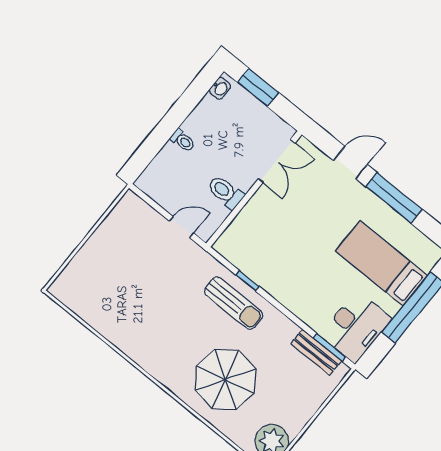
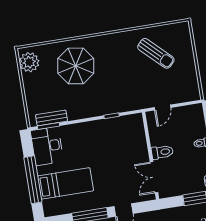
toilet: (225, 192) -> (162, 152), moved
sun lounger: (234, 303) -> (156, 53), moved, turned -136

